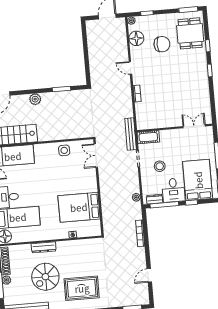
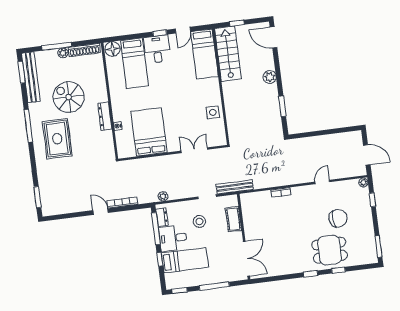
dining table: (190, 33) -> (330, 250), moved
floor lamp: (136, 38) -> (343, 189), removed
chair: (162, 44) -> (338, 218), turned -95
door: (130, 68) -> (322, 182), moved
double door: (194, 126) -> (246, 259), width x1.37
cot: (148, 137) -> (233, 219), moved
double door: (96, 155) -> (194, 150), moved
bed: (198, 180) -> (185, 260), width x0.67
dresser: (44, 247) -> (105, 116), moved
door: (149, 275) -> (101, 212), moved

